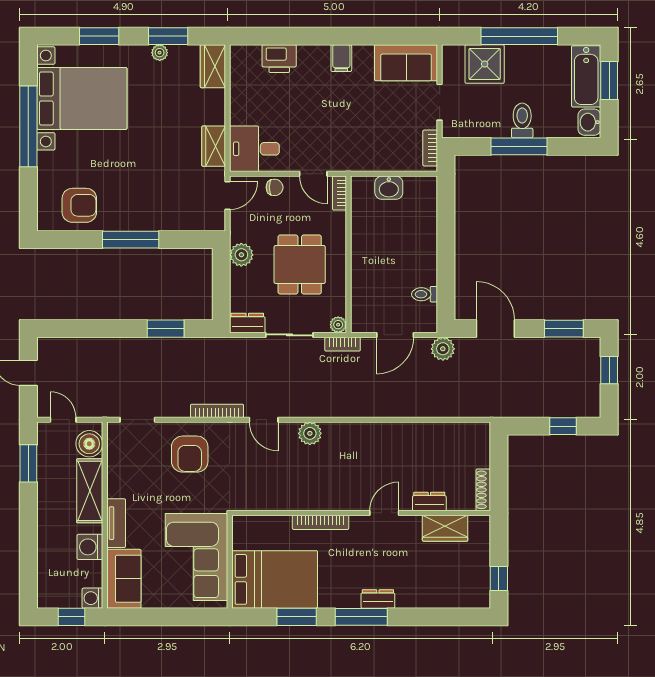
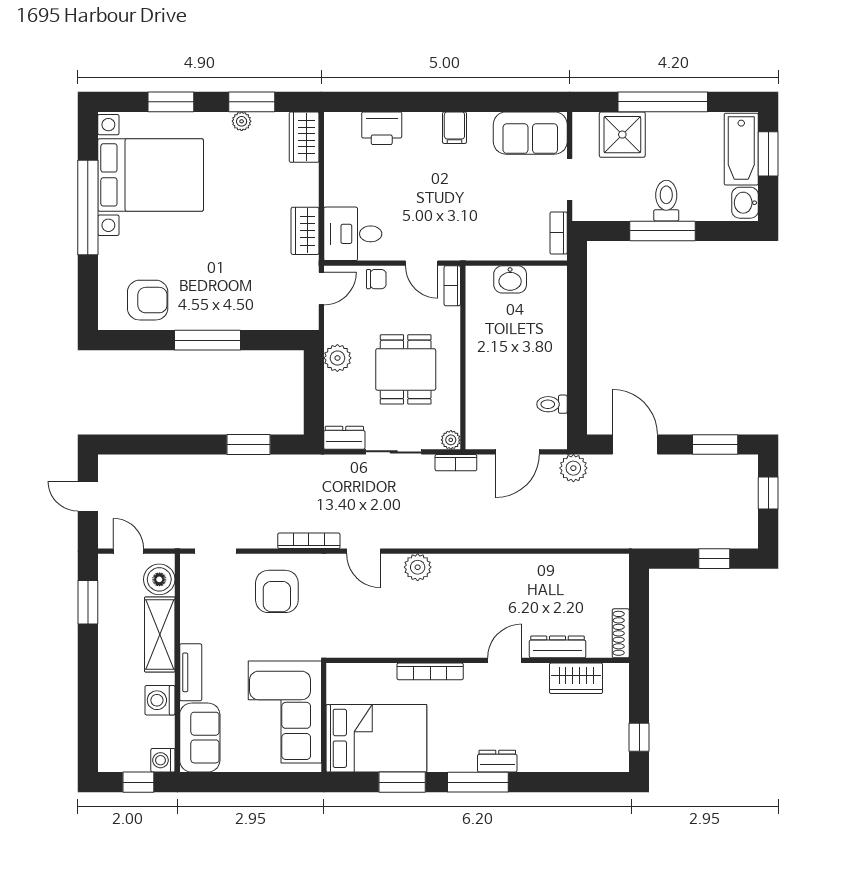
dresser: (429, 501) -> (558, 647), width x1.44

